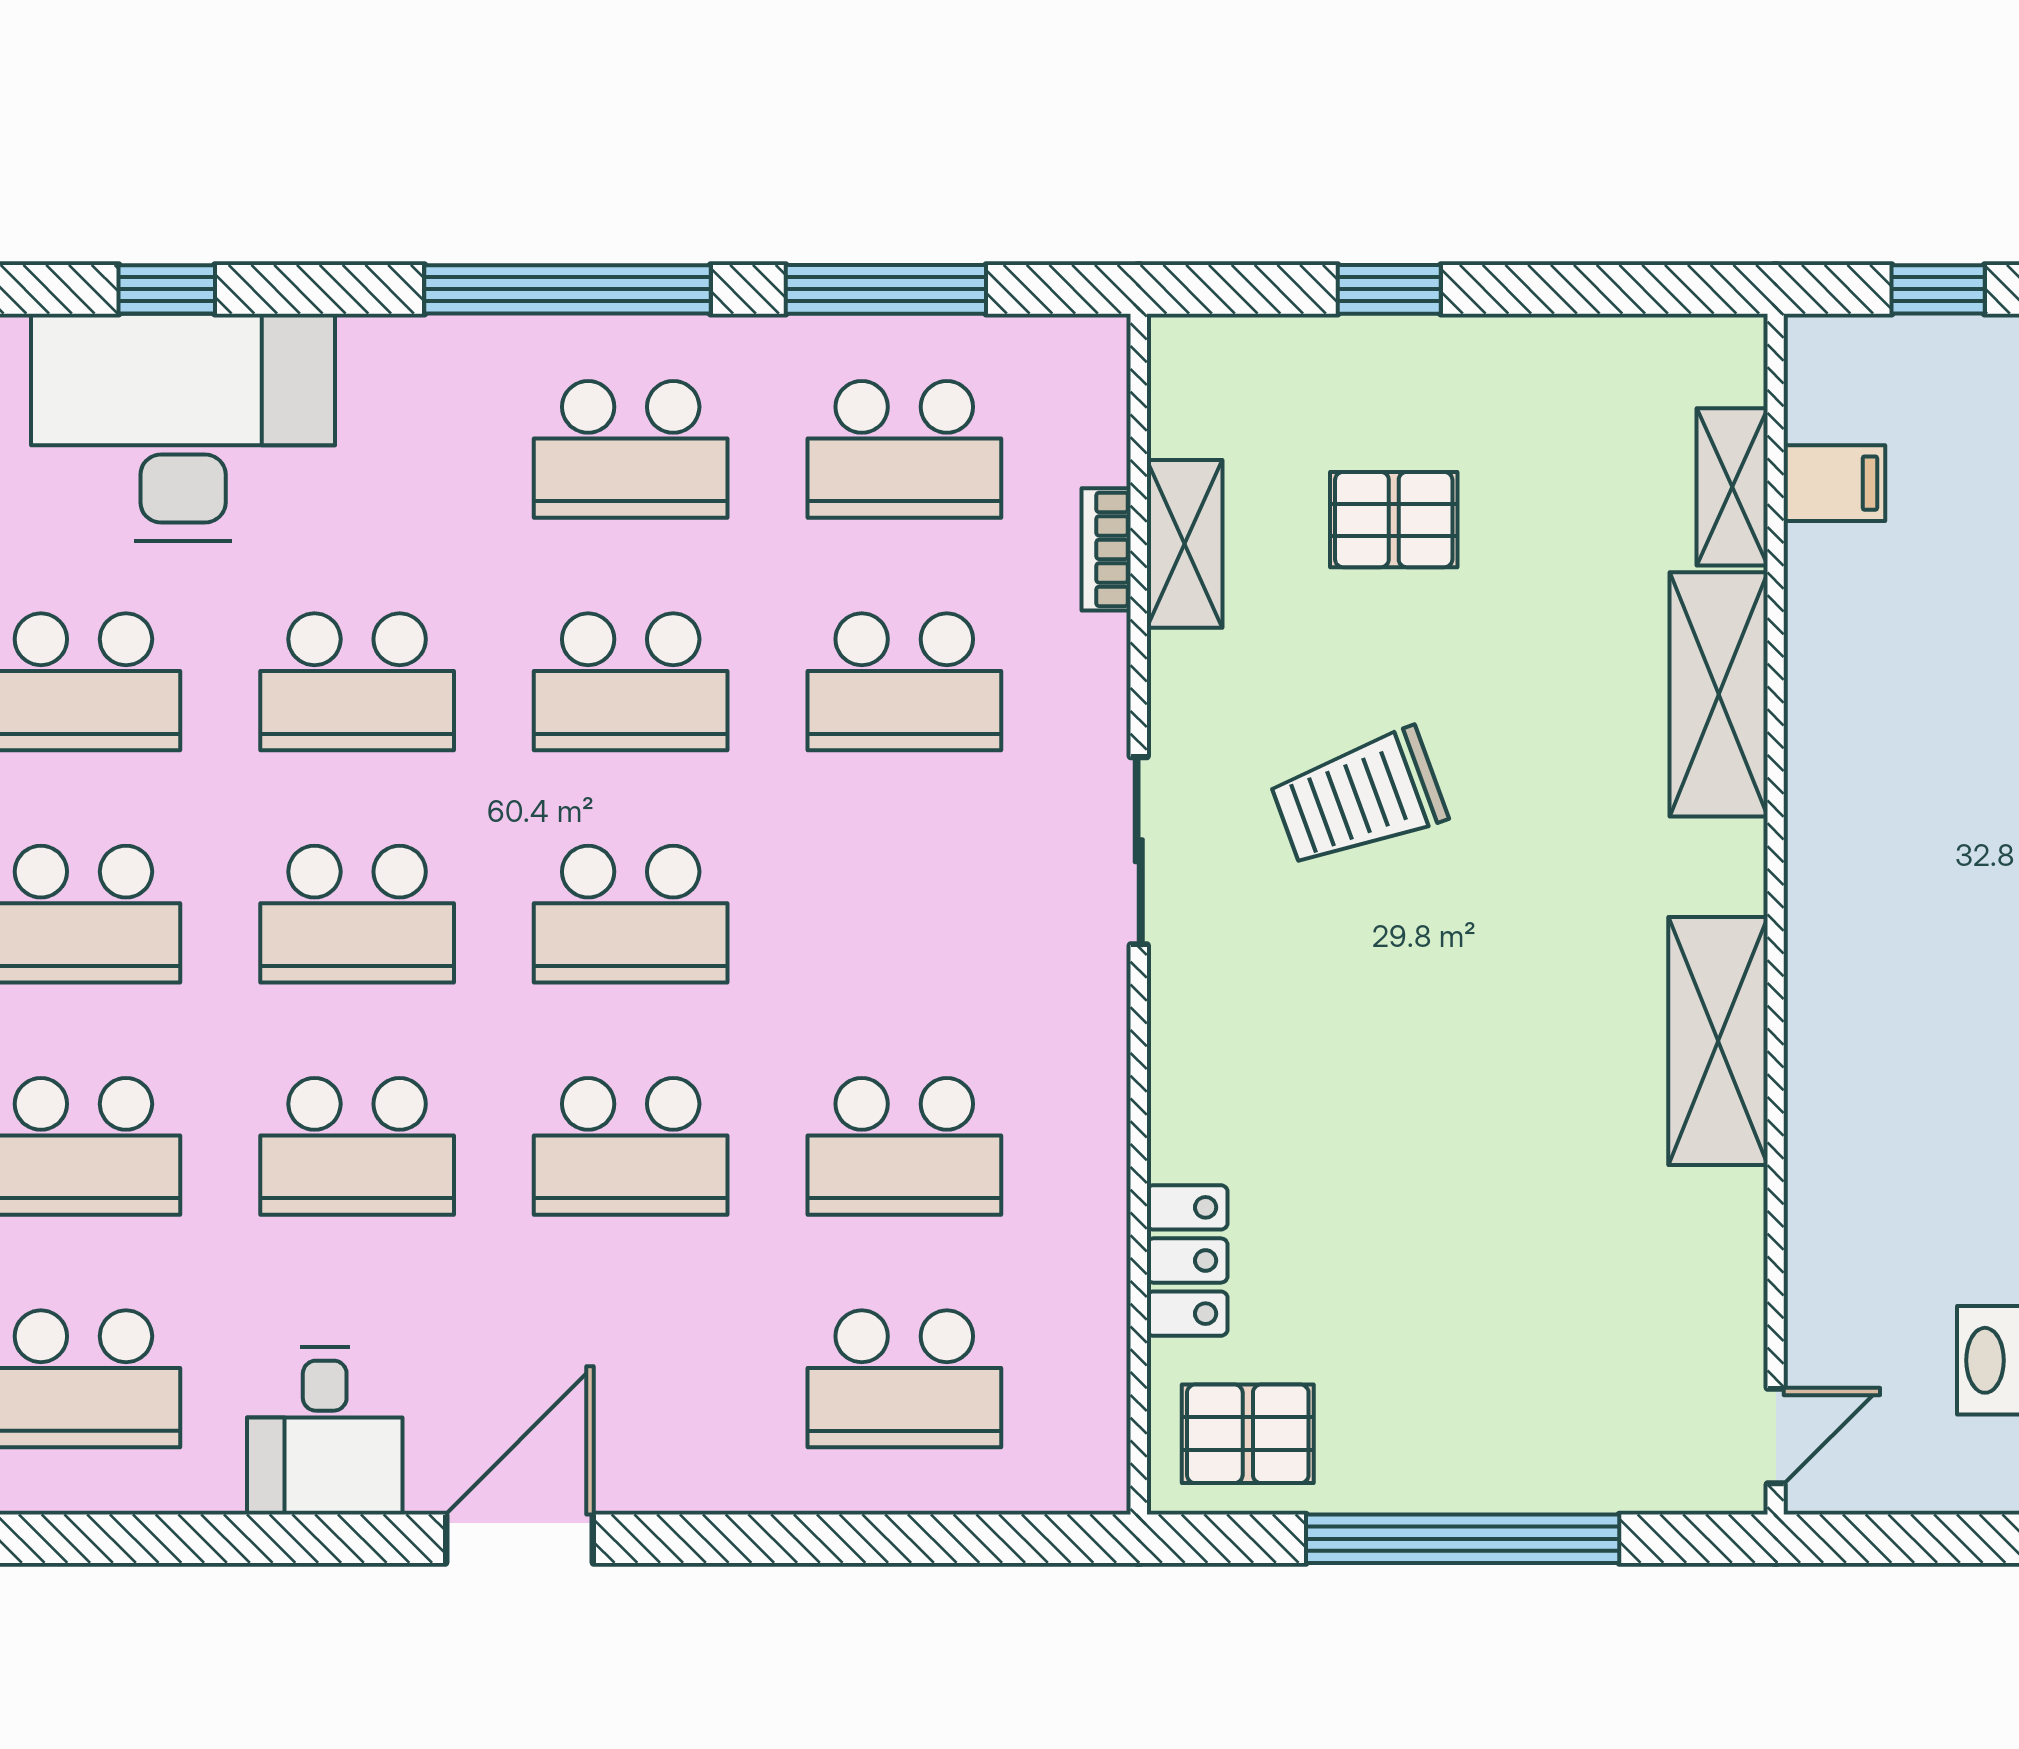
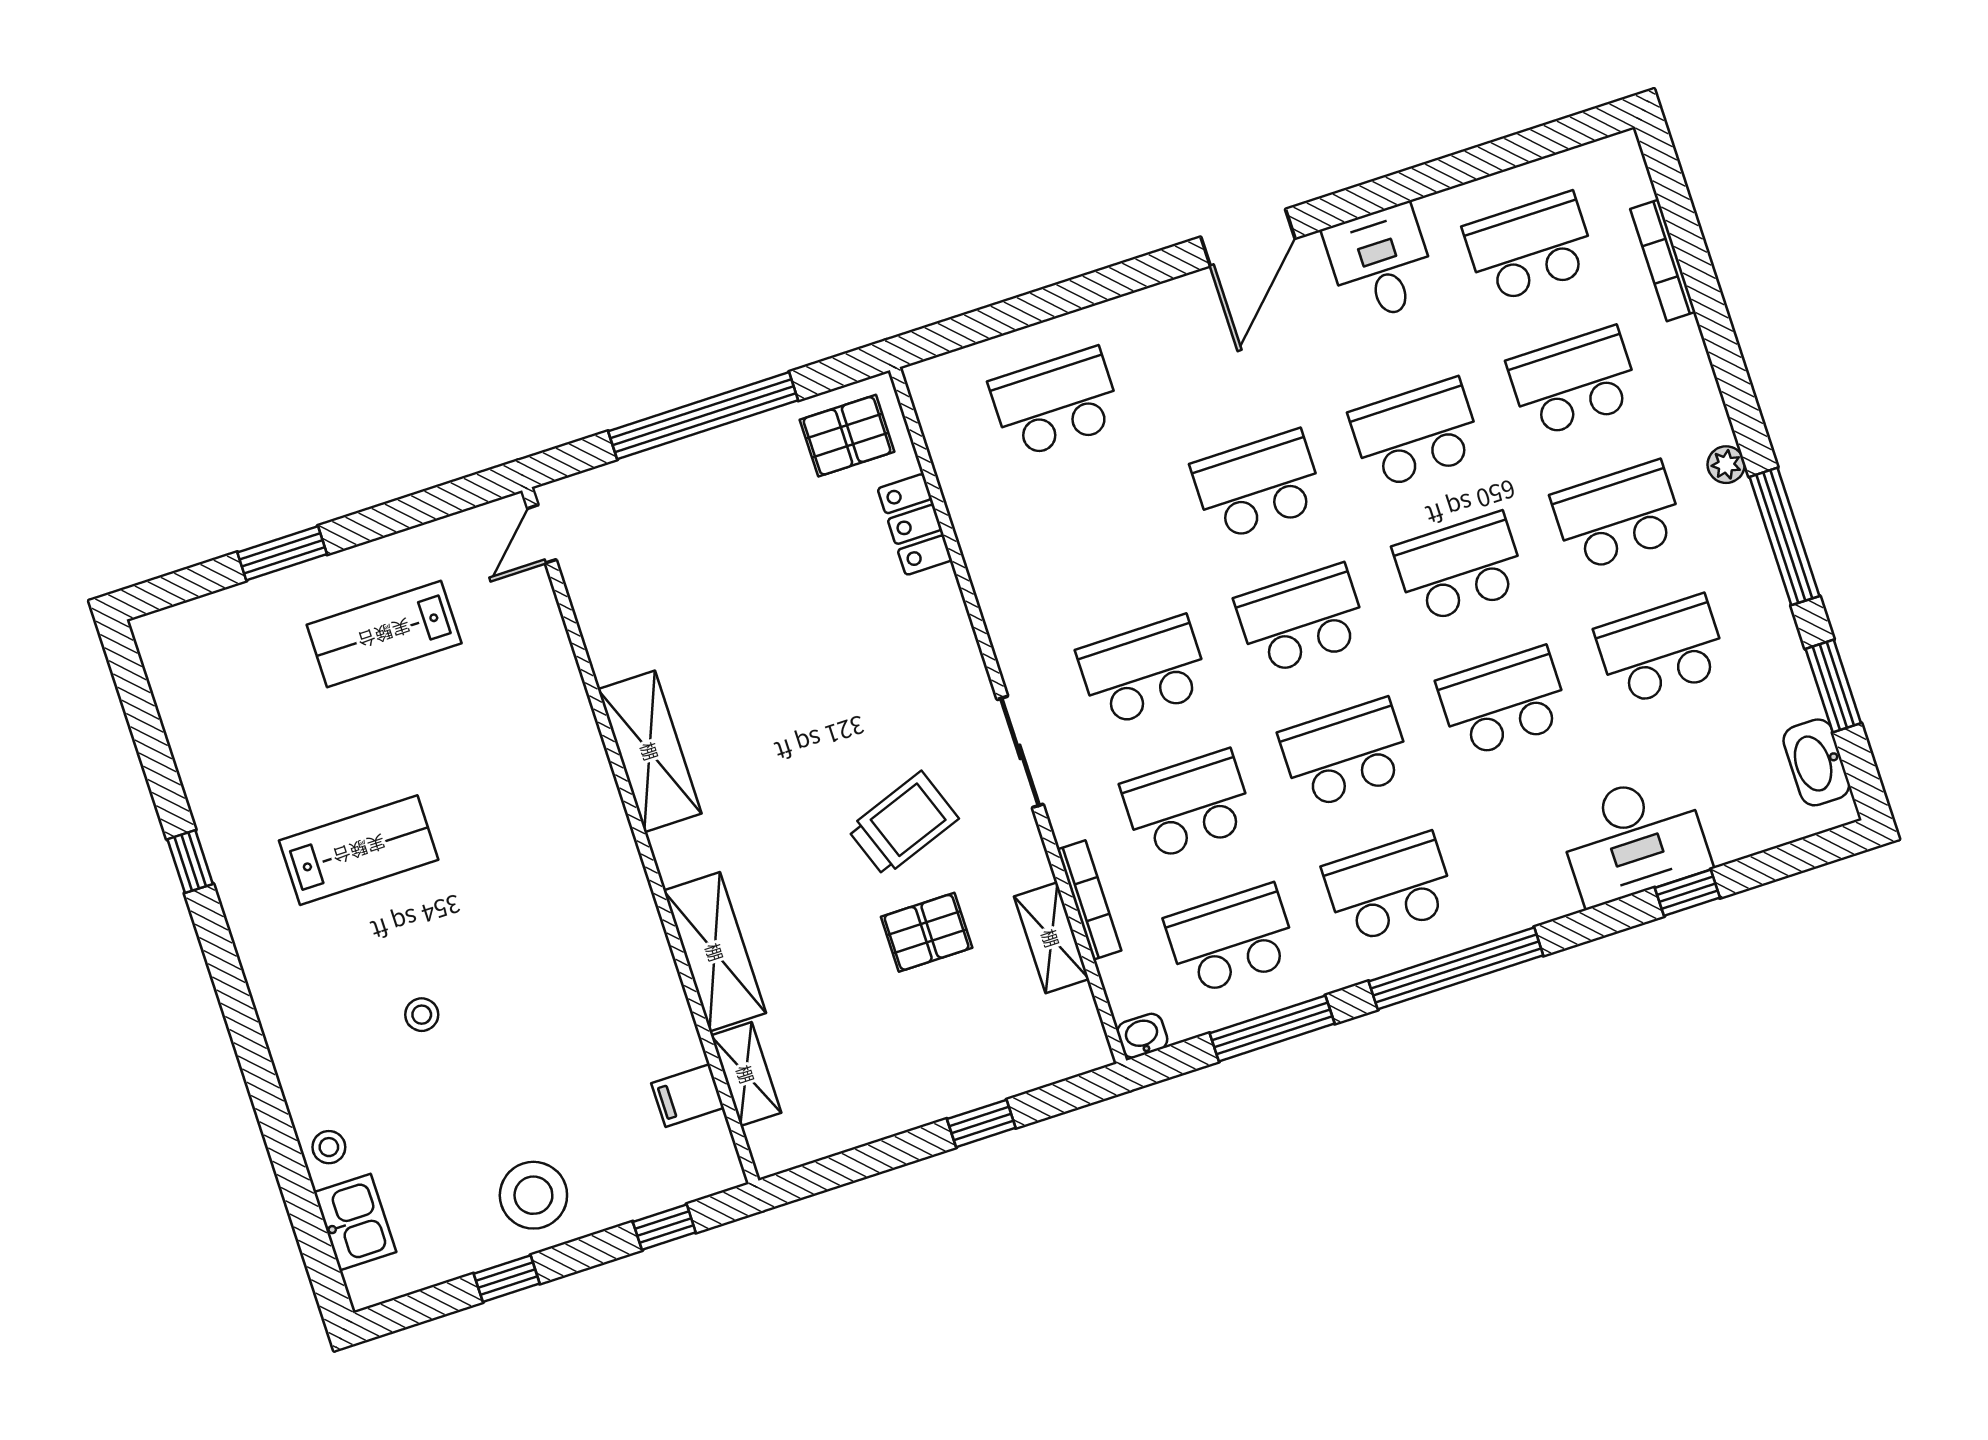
washbasin: (1093, 344) -> (1142, 1036), added
desk: (183, 427) -> (1634, 839), width x0.73, depth x0.77
pallet: (1394, 520) -> (927, 932), moved
bookcase: (1106, 549) -> (1089, 900), width x1.56
school desk: (904, 1146) -> (1144, 671), moved

